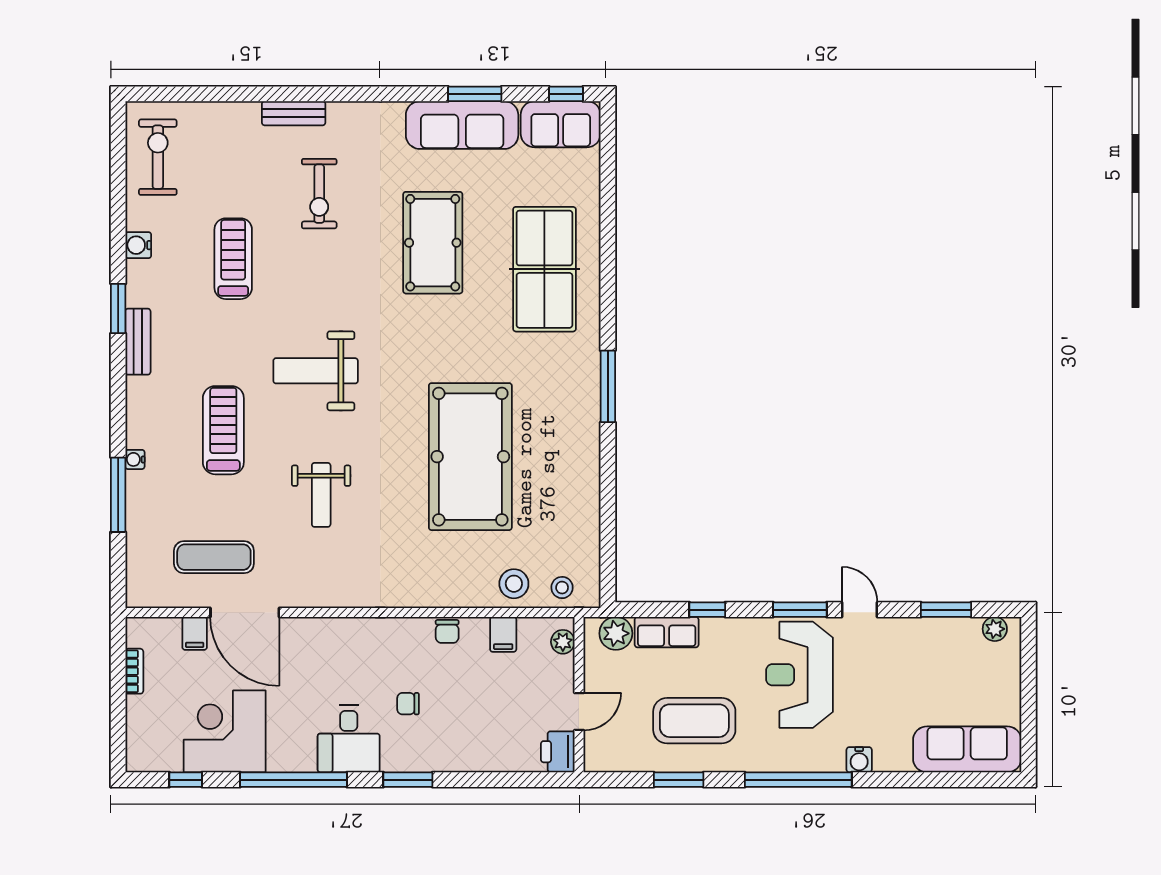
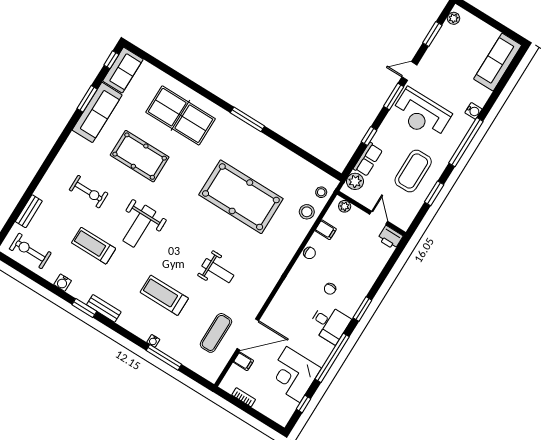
bench: (294, 113) -> (29, 211), moved
weight bench: (316, 371) -> (139, 226), moved

